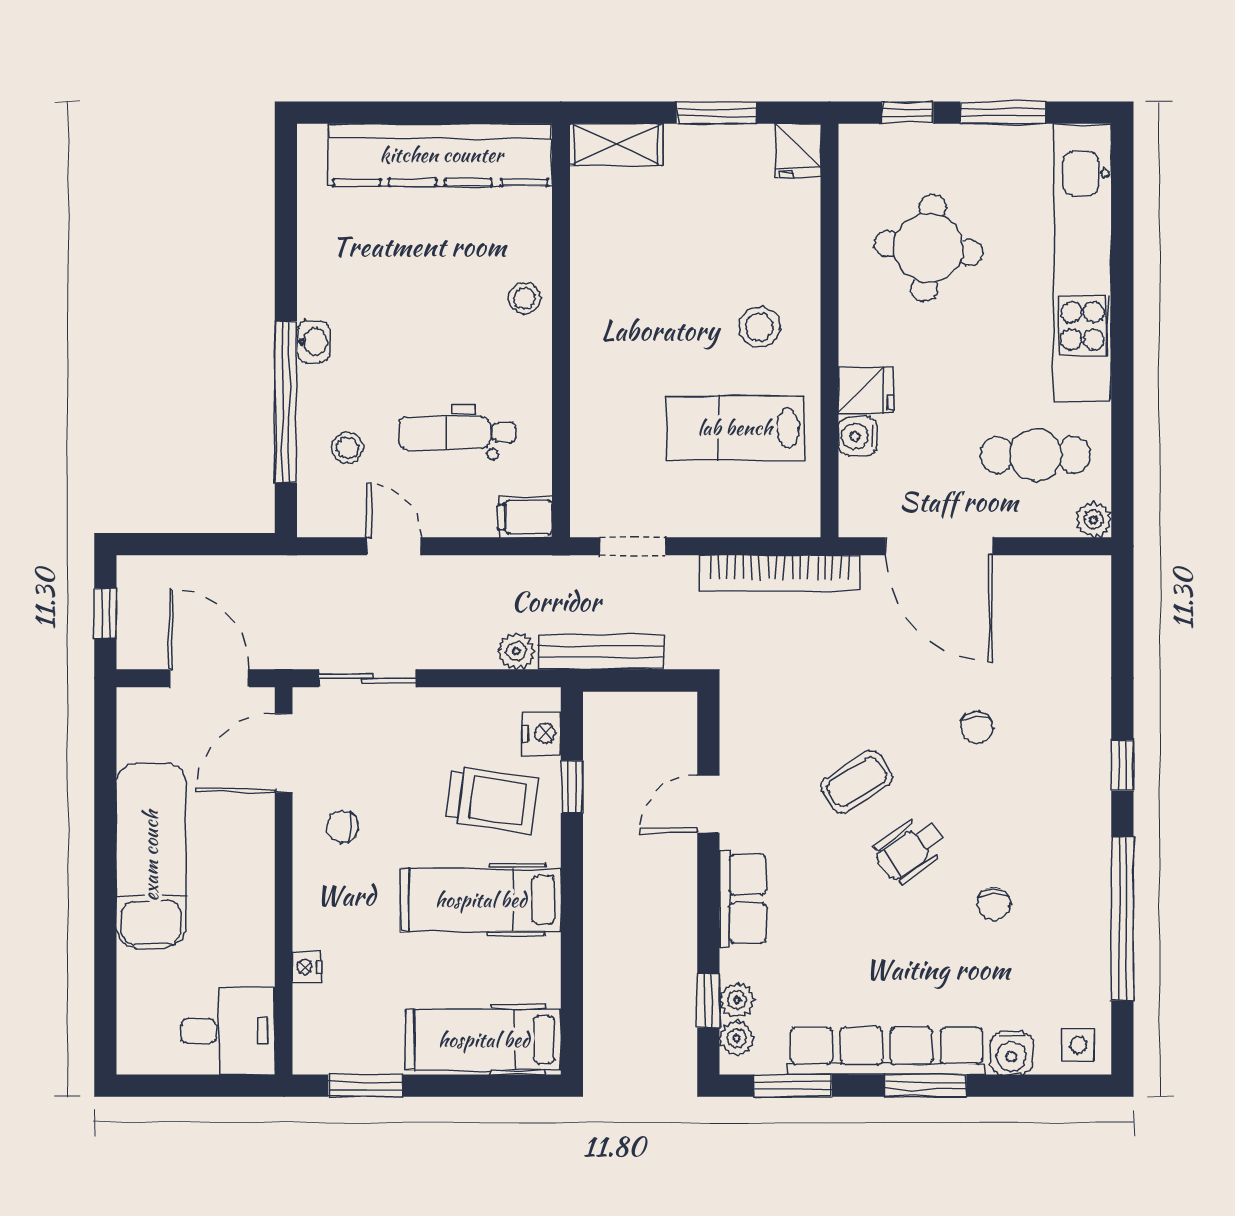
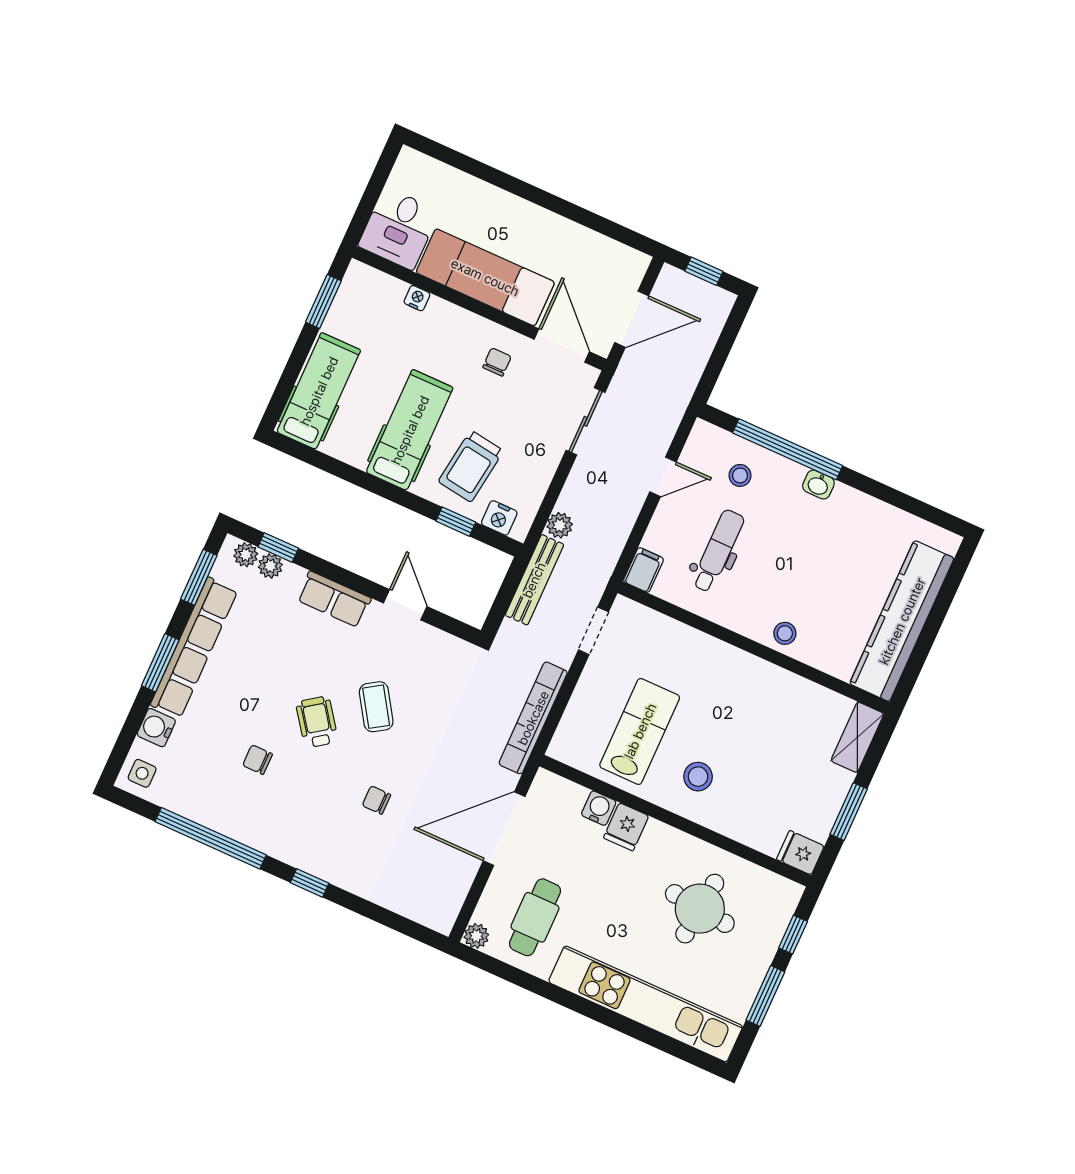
exam couch: (151, 856) -> (485, 277), moved, turned 180

